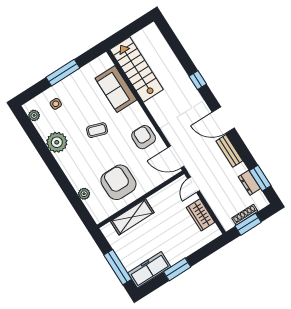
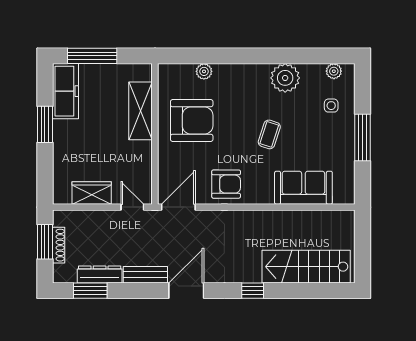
stairs: (137, 70) -> (306, 267), moved, turned 180
dresser: (249, 183) -> (100, 275), width x1.44

